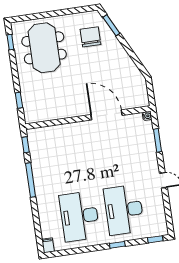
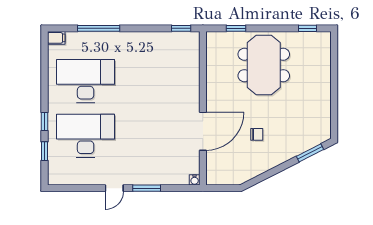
chair: (91, 37) -> (257, 134), moved, width x0.54, depth x0.54
meeting table: (44, 48) -> (264, 65), moved, turned 90
window: (158, 140) -> (147, 188), moved
window: (31, 180) -> (99, 28), moved
window: (155, 239) -> (45, 151), moved

